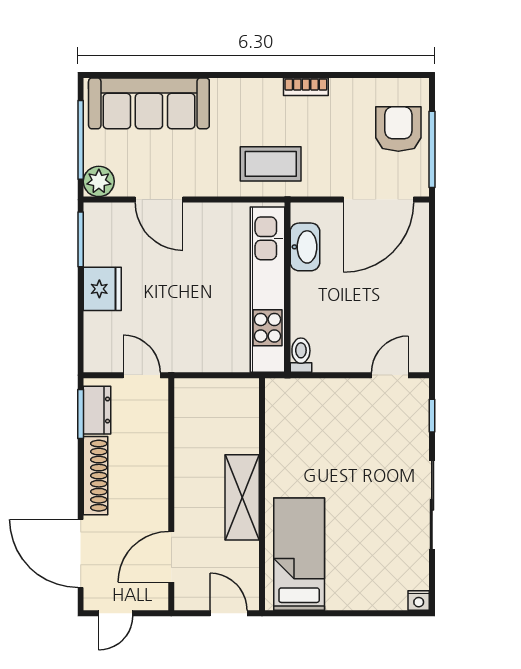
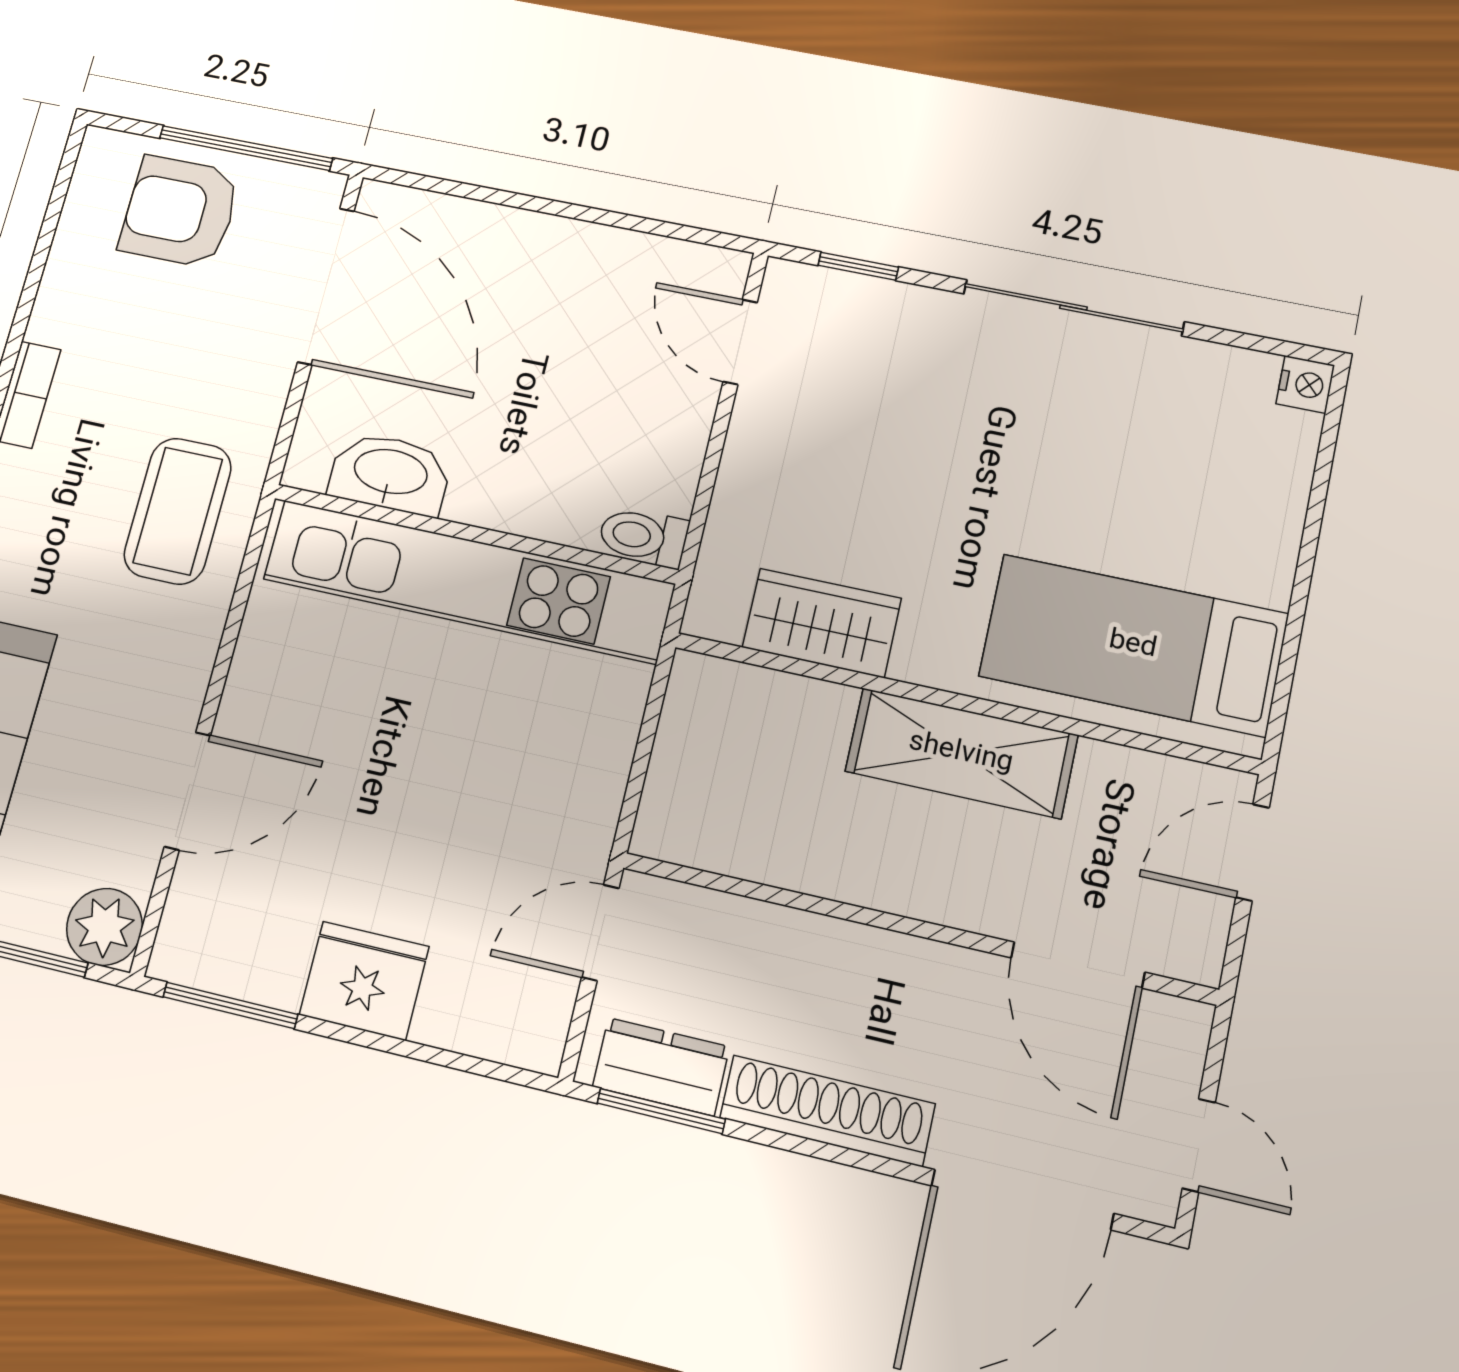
wardrobe: (281, 433) -> (822, 623), added

